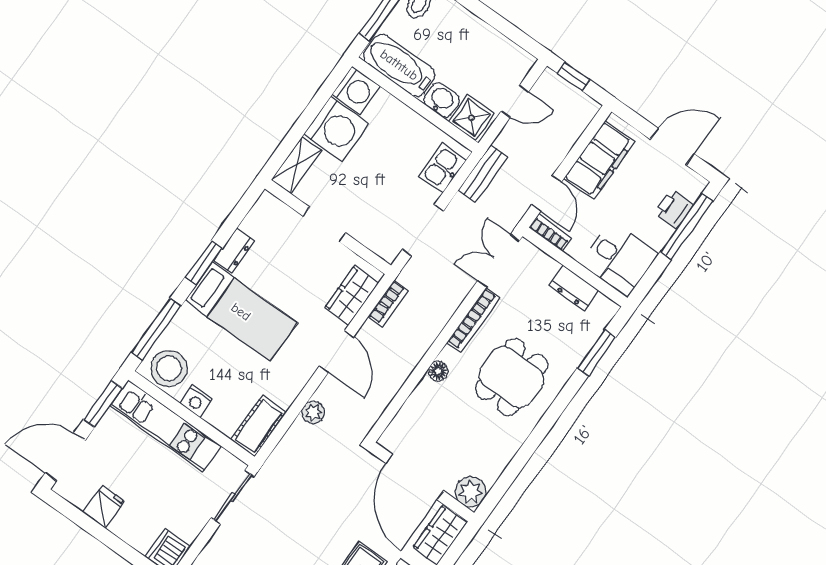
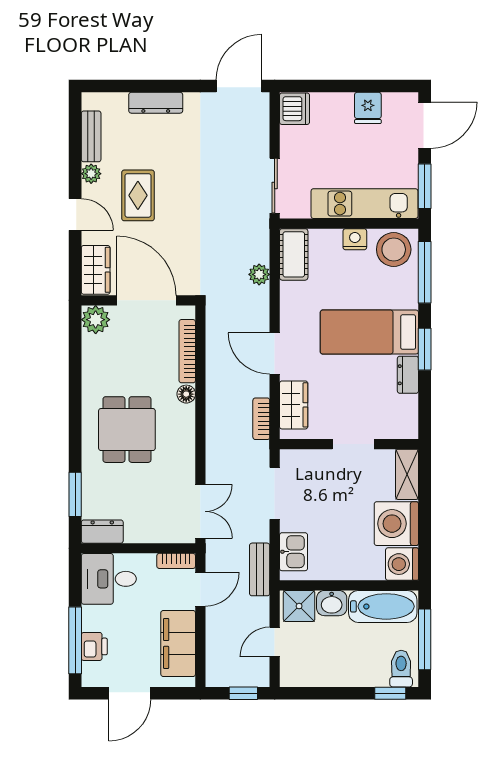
door: (547, 193) -> (200, 589), swing flipped
dresser: (574, 288) -> (102, 532), moved
bookcase: (473, 320) -> (187, 351), moved
plant: (313, 412) -> (259, 274), moved

